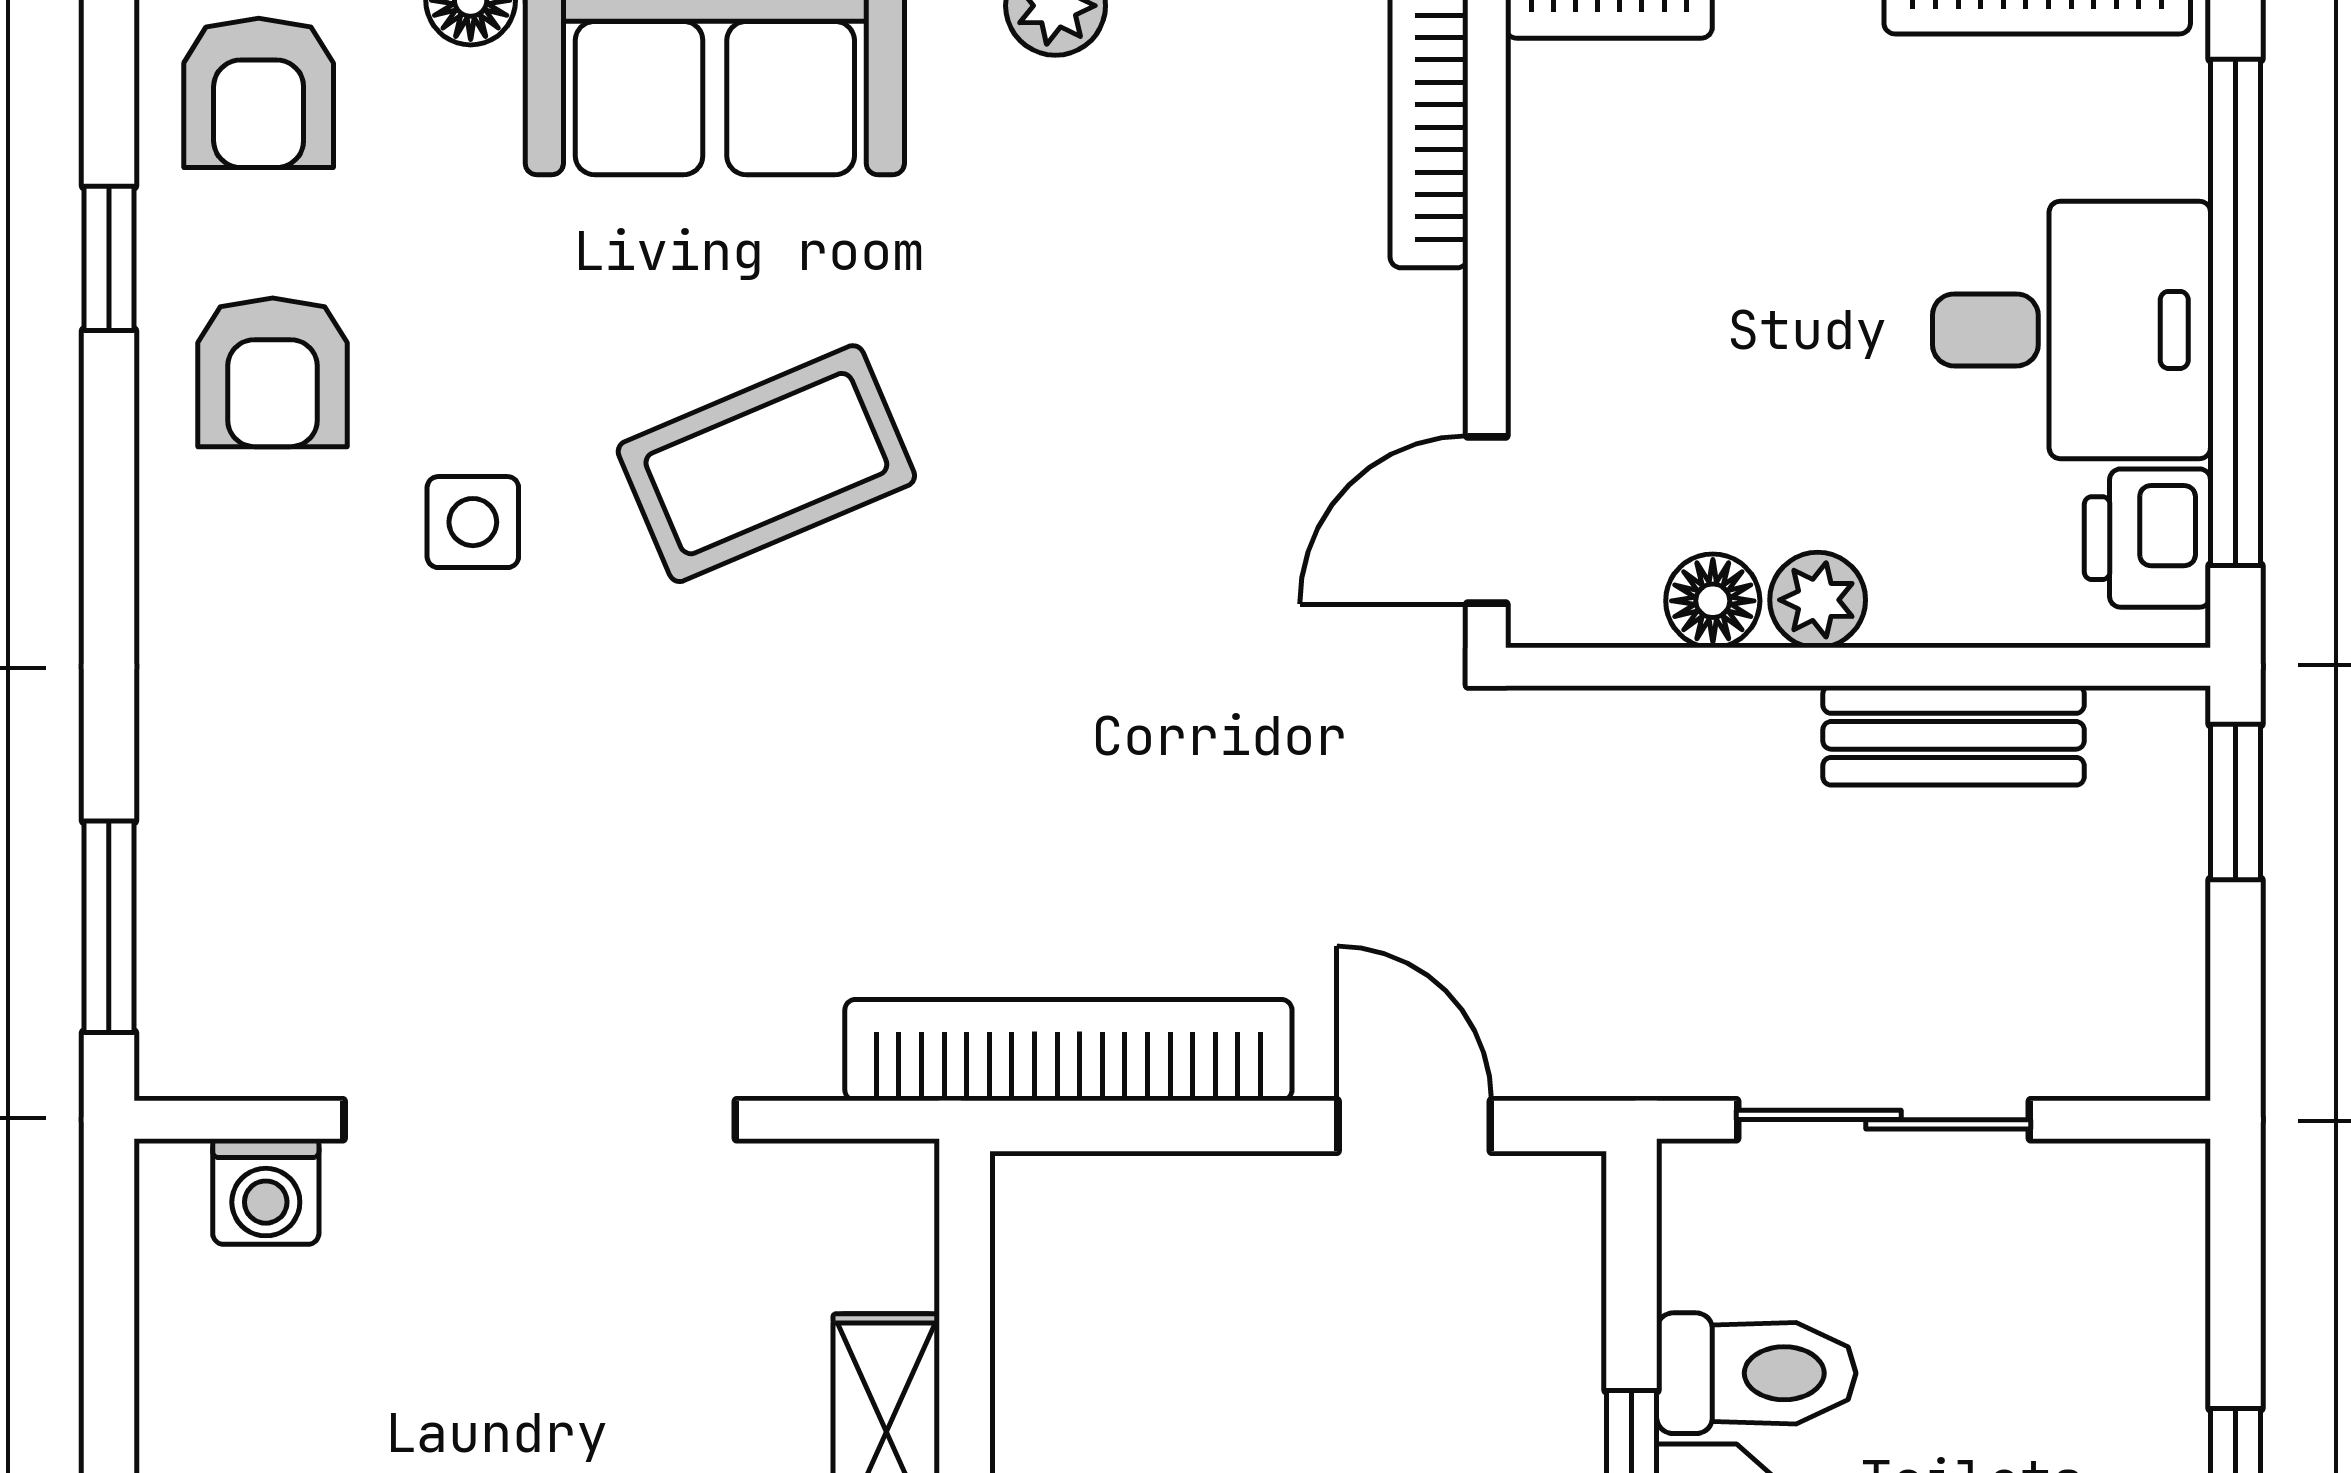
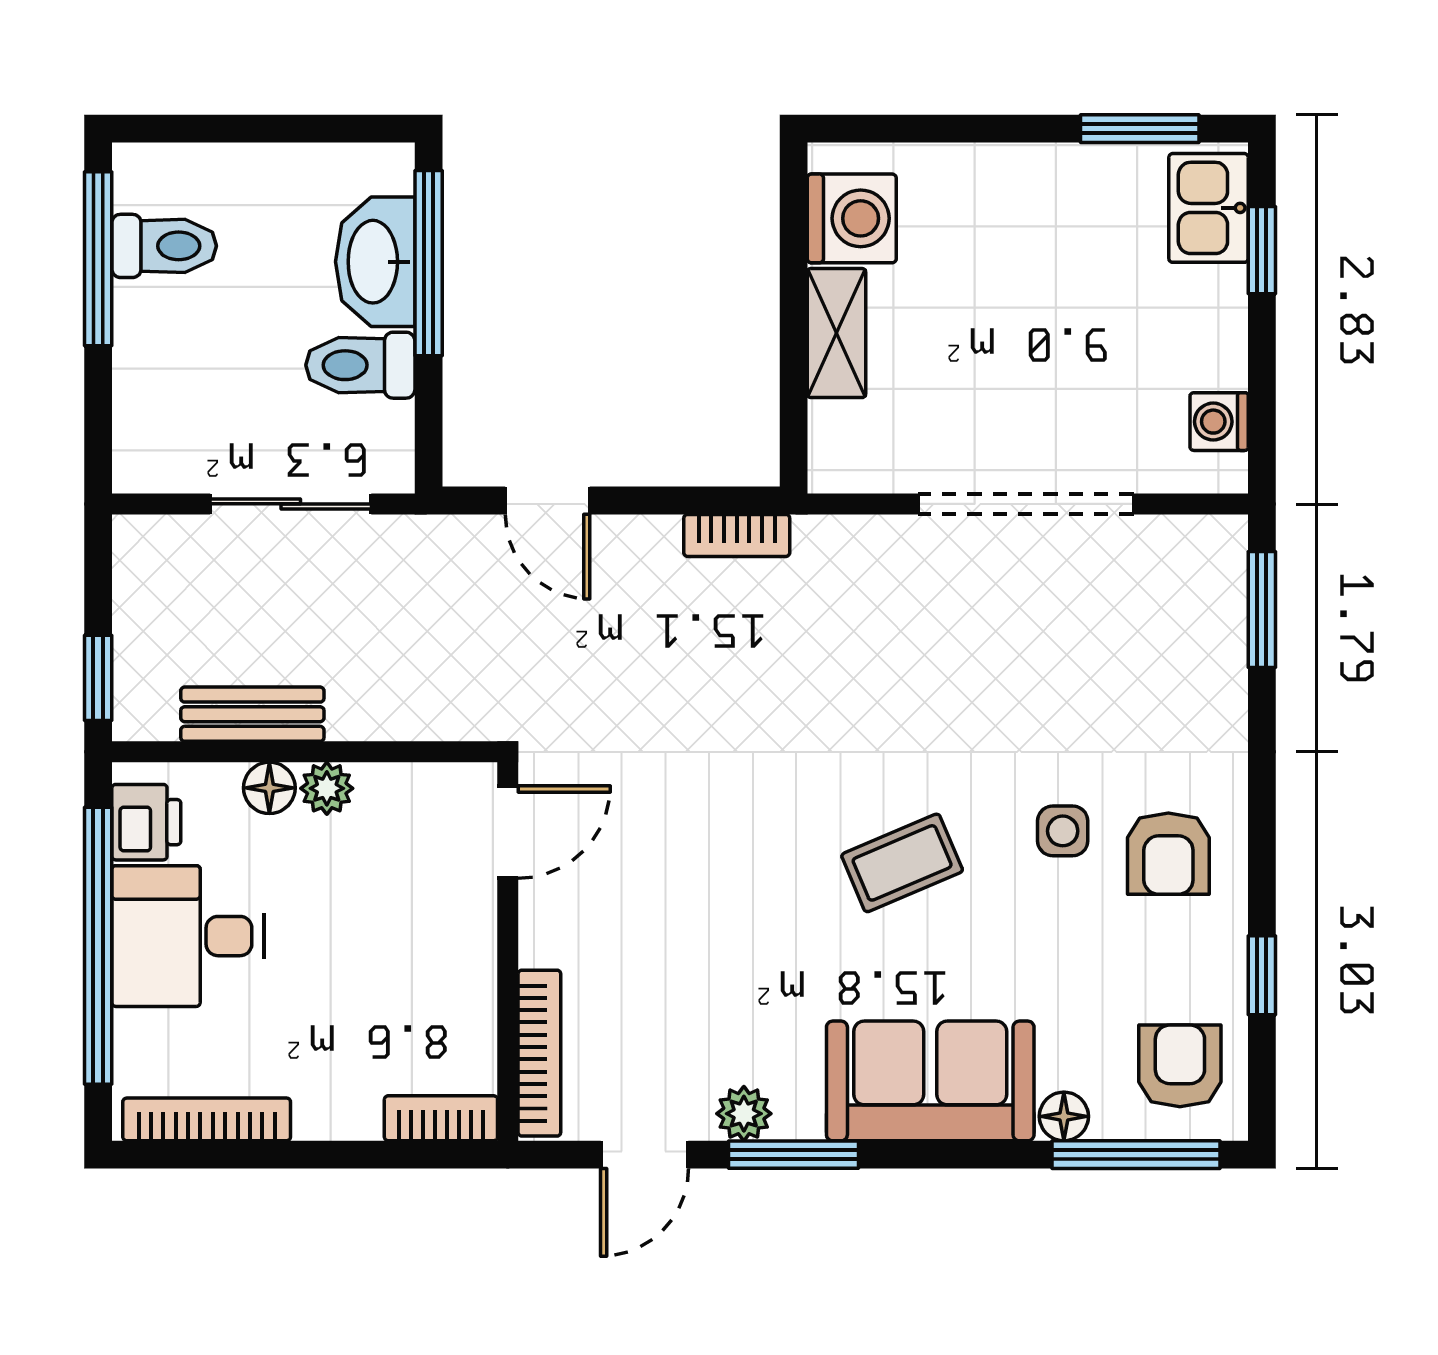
armchair: (273, 372) -> (1168, 854), moved, turned 180
coffee table: (766, 464) -> (902, 863), width x0.73, depth x0.77
floor lamp: (1713, 601) -> (269, 788), moved
bookcase: (1068, 1050) -> (737, 535), width x0.43, depth x0.76
washing machine: (266, 1191) -> (1219, 422), moved, turned -90

